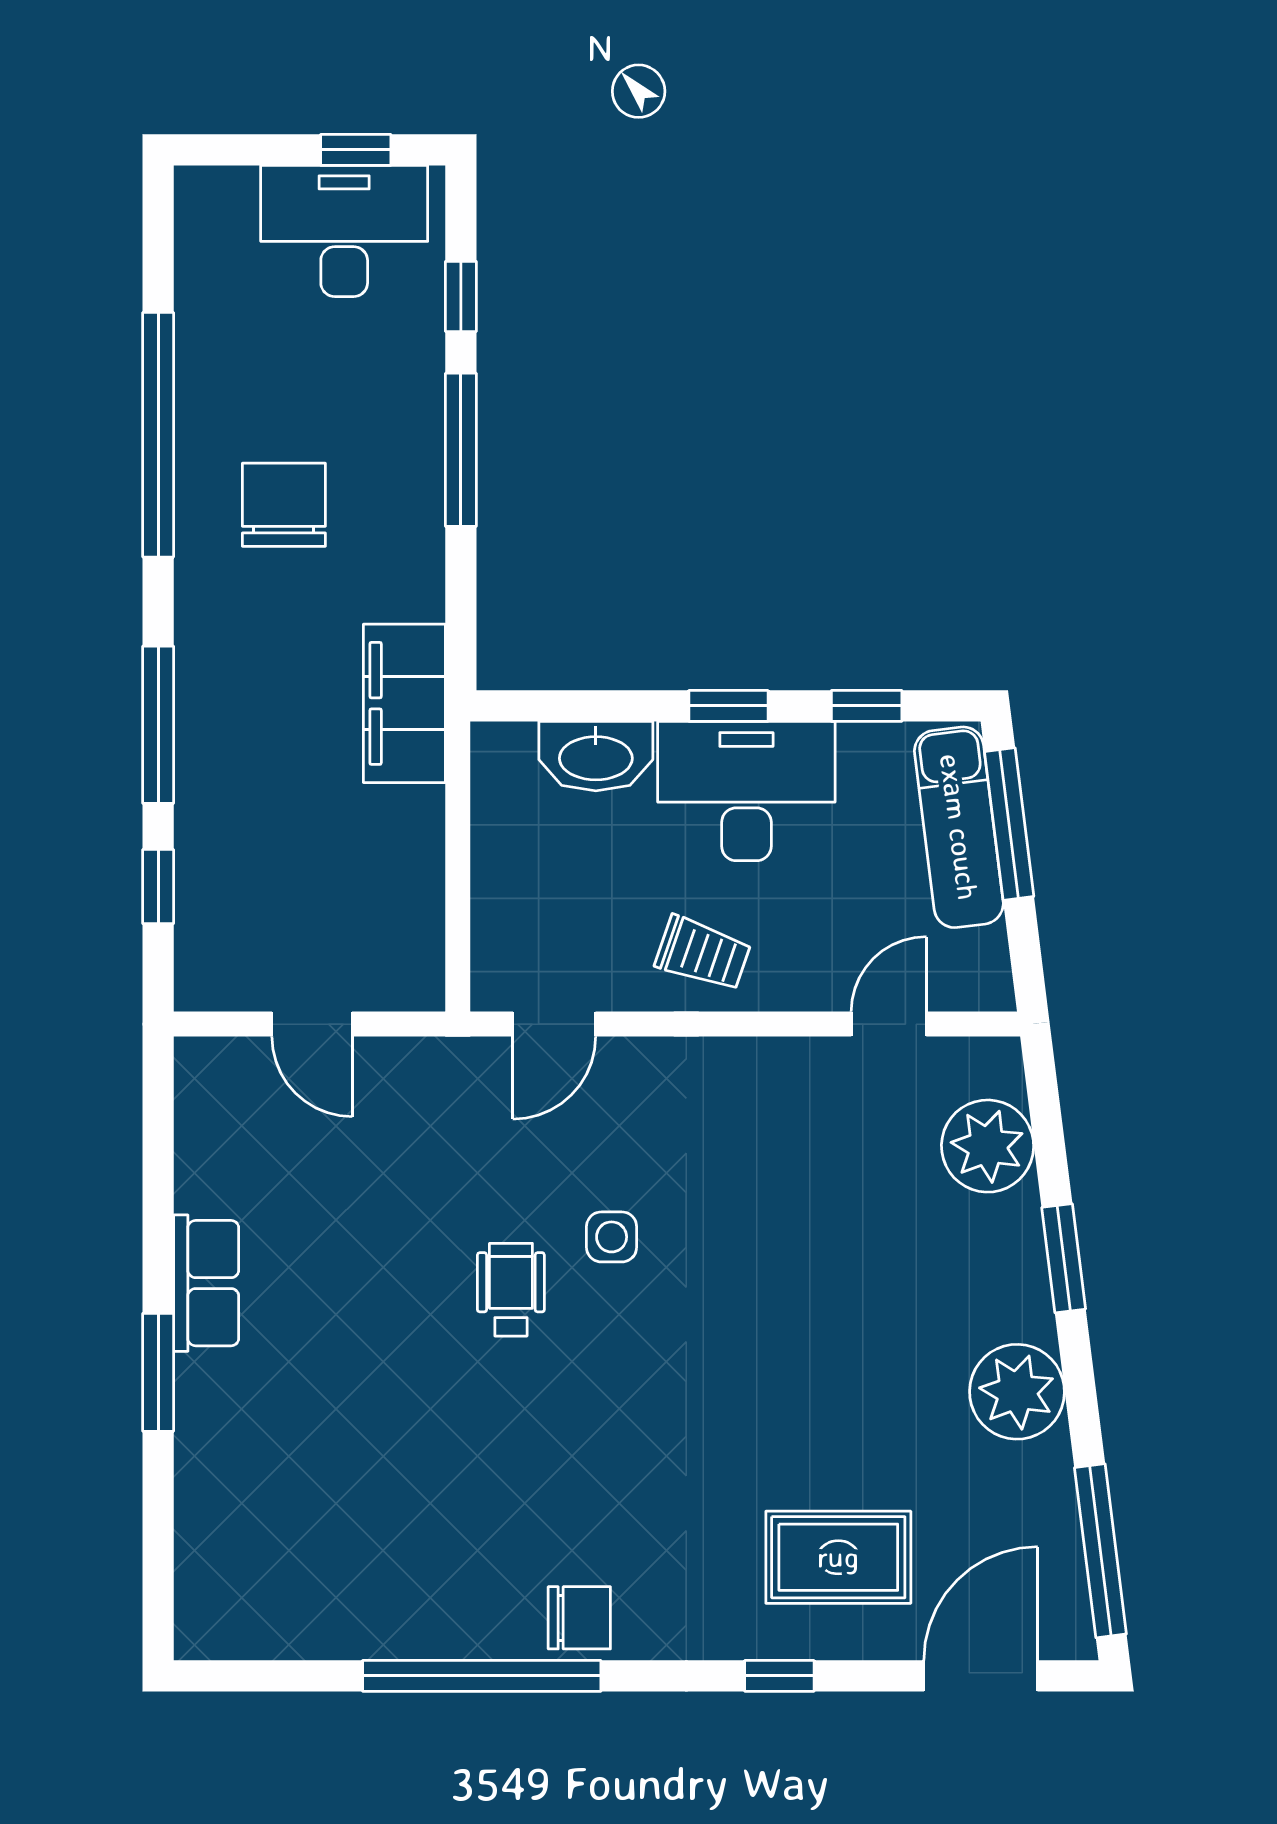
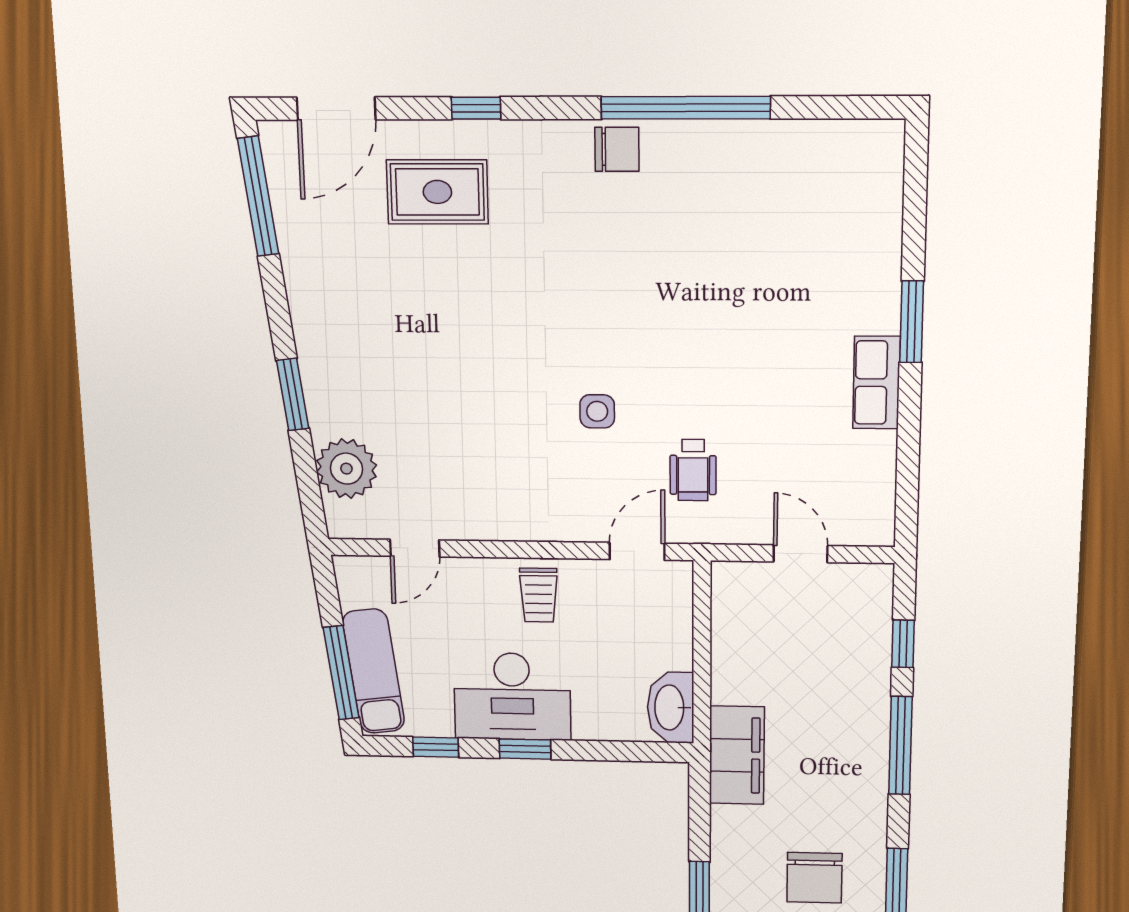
washbasin: (596, 756) -> (671, 708), moved, turned -90
trolley: (703, 954) -> (539, 595), turned -109
wheelchair: (511, 1290) -> (693, 470), moved
plant: (1017, 1392) -> (320, 305), removed
chair: (579, 1618) -> (617, 149), turned 180

